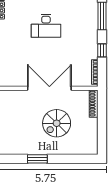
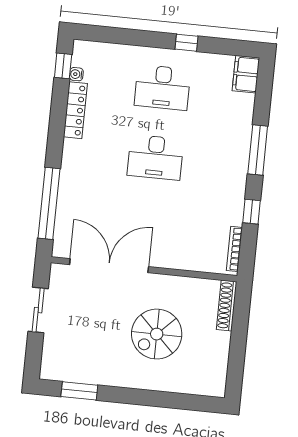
double door: (49, 88) -> (109, 266), moved
window: (37, 159) -> (79, 391), moved

